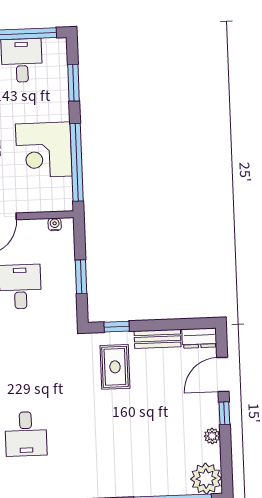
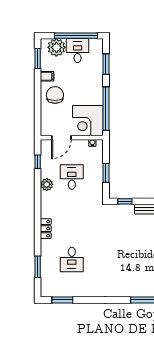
corner desk: (44, 150) -> (88, 121), moved
rug: (115, 367) -> (123, 224), removed

